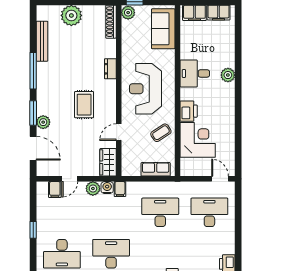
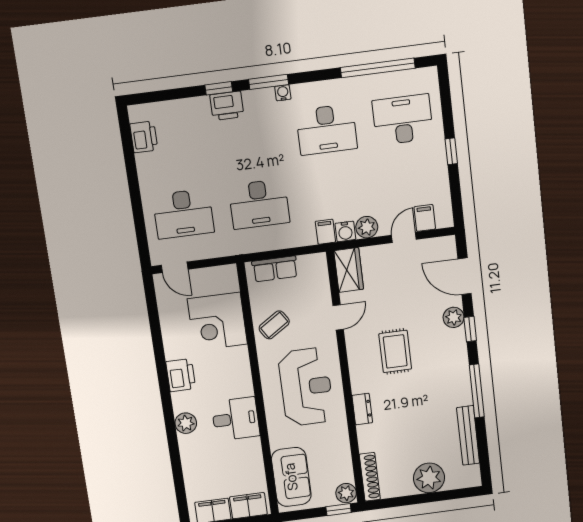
printer: (189, 111) -> (181, 375), moved, turned 180
window: (33, 113) -> (470, 329), width x0.67

